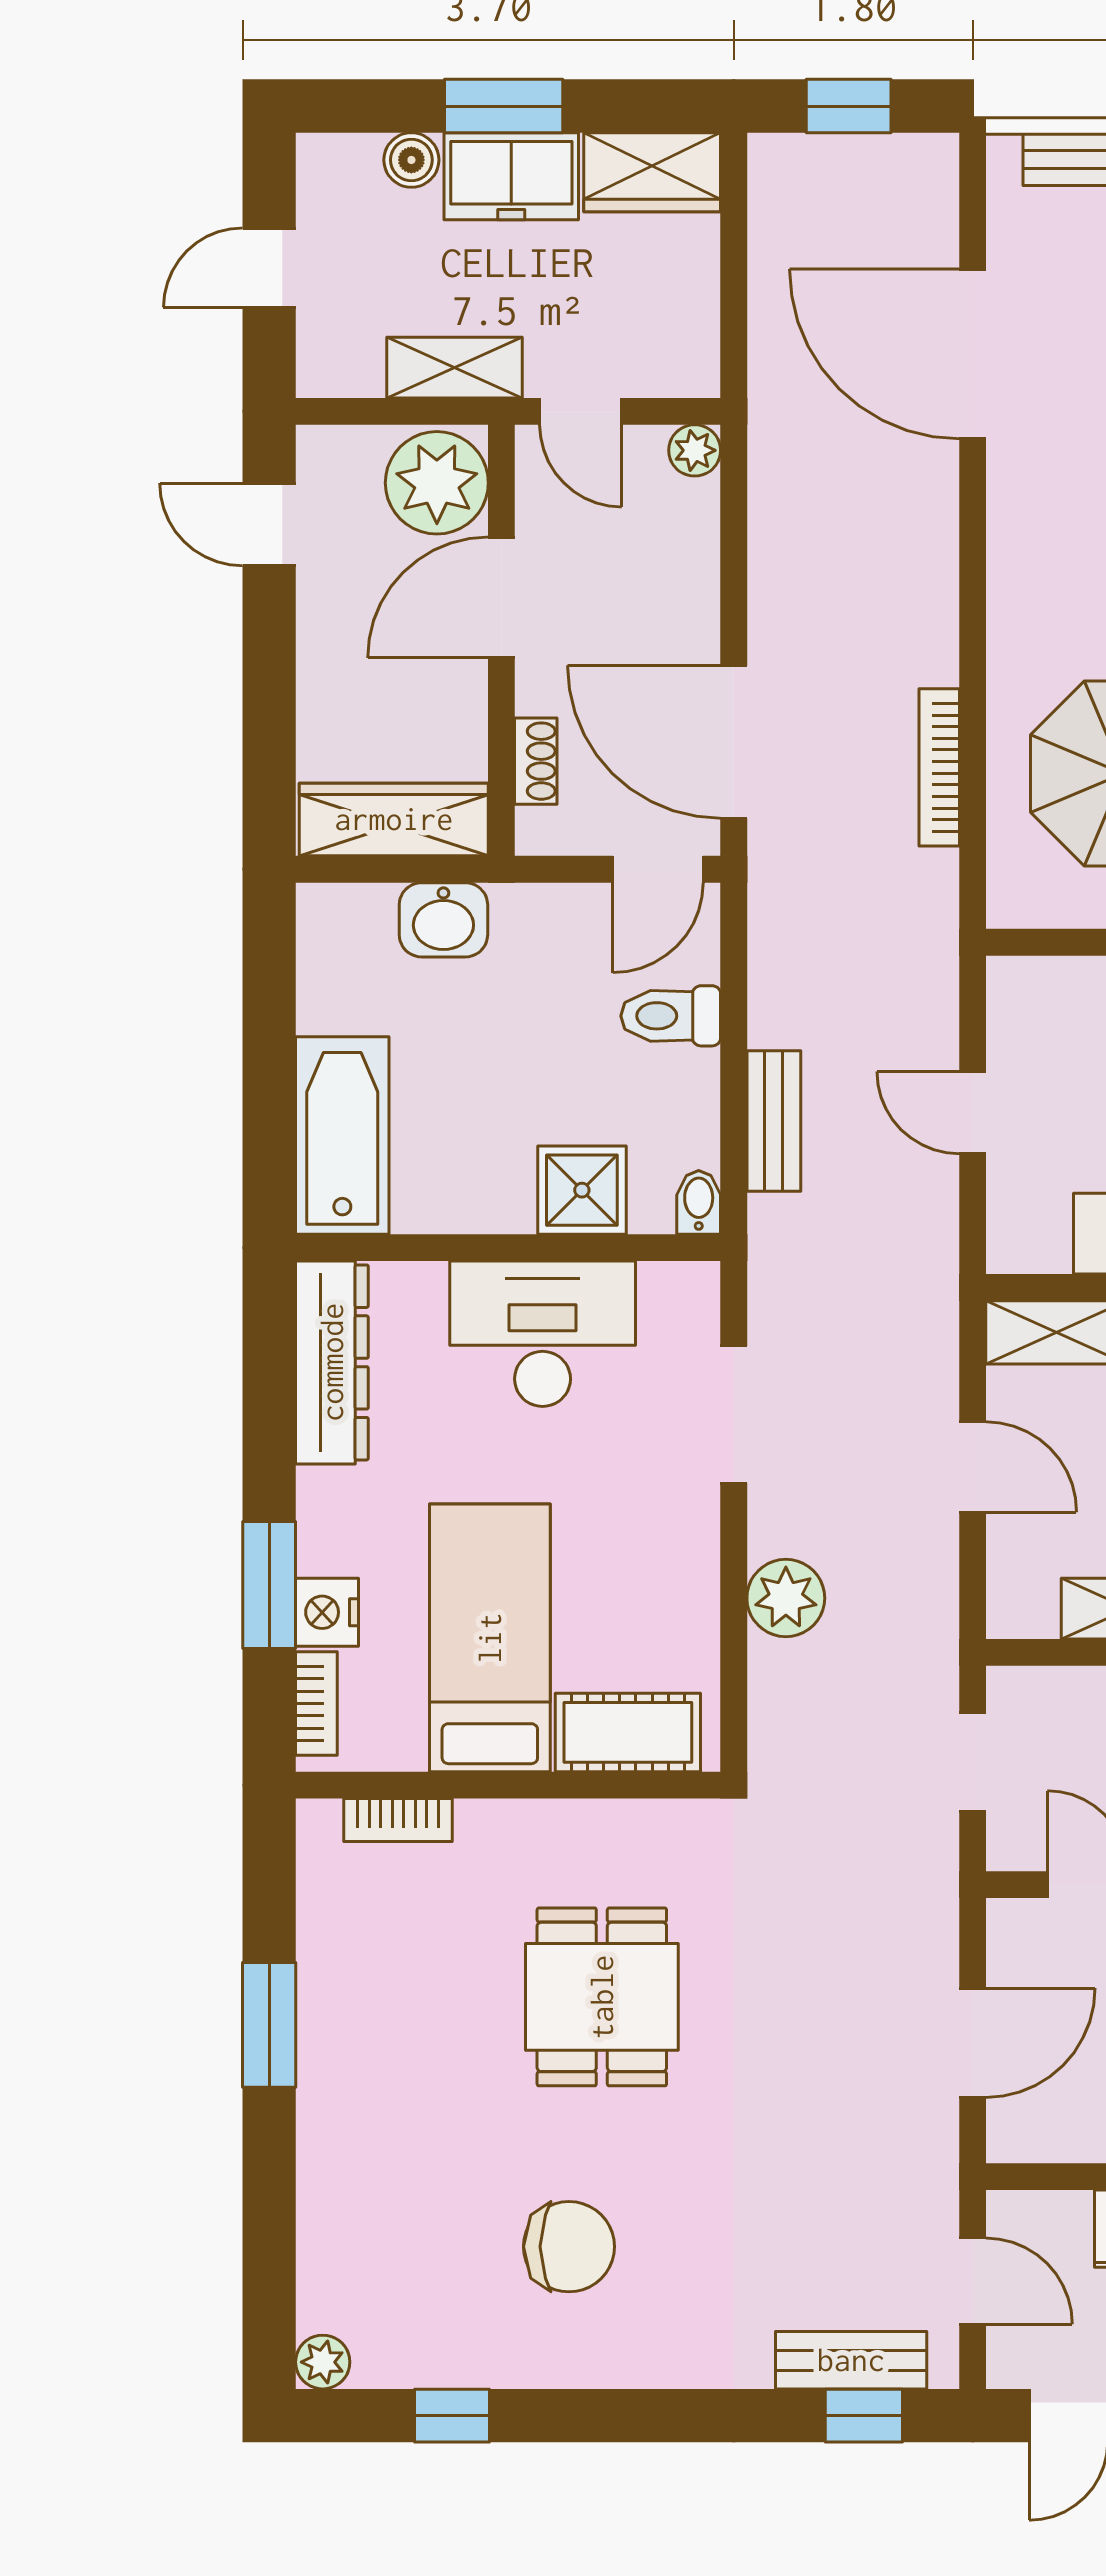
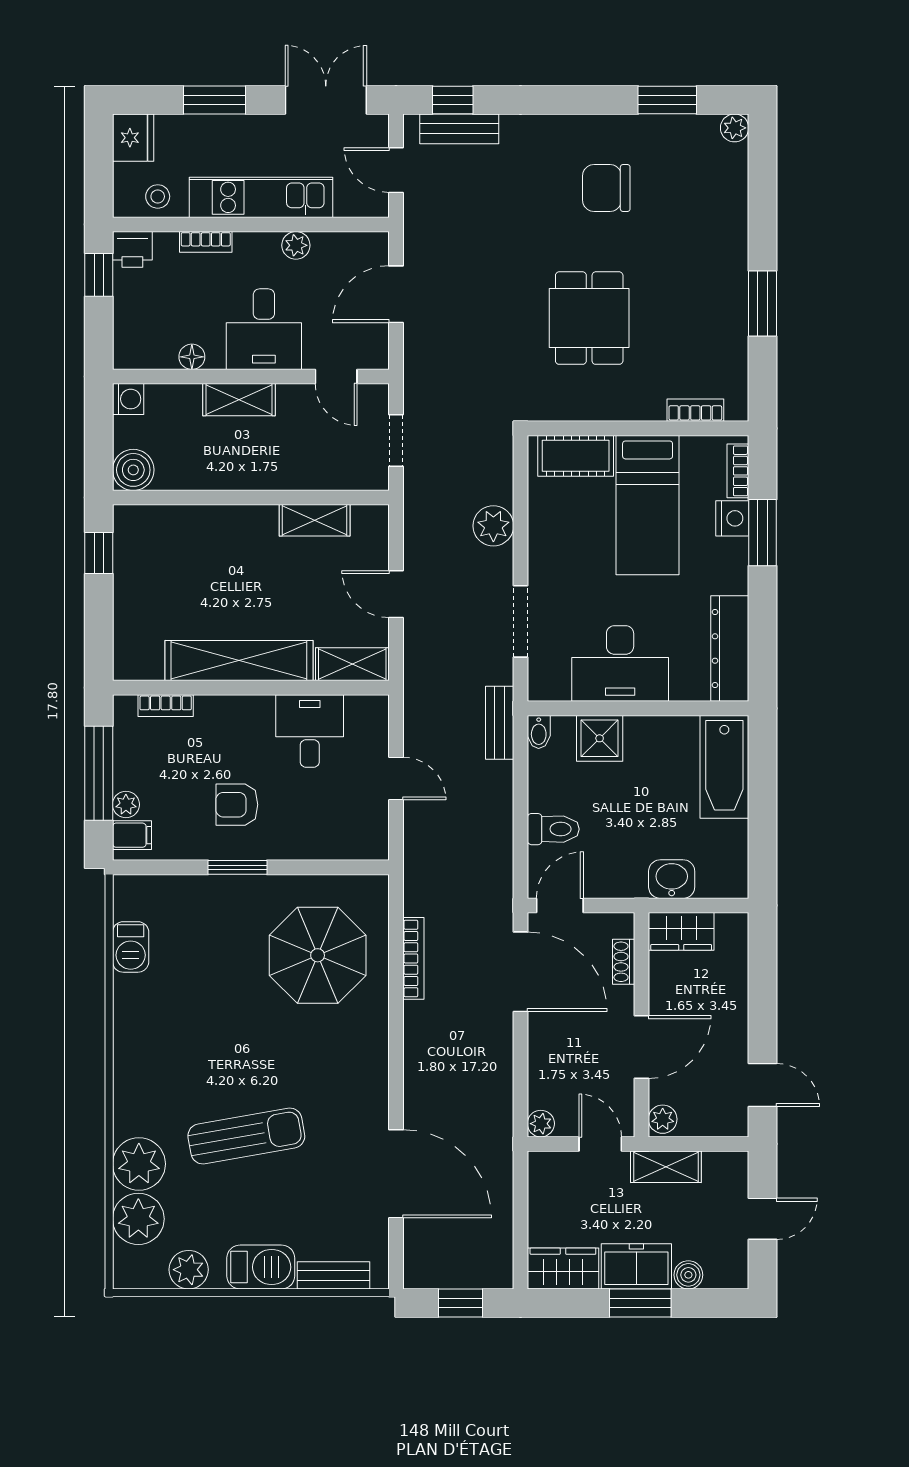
plant: (437, 483) -> (663, 1119), width x0.53, depth x0.53
wardrobe: (394, 819) -> (681, 931), width x0.67
bench: (774, 1121) -> (500, 723), moved
window: (452, 2416) -> (667, 100), width x1.50

